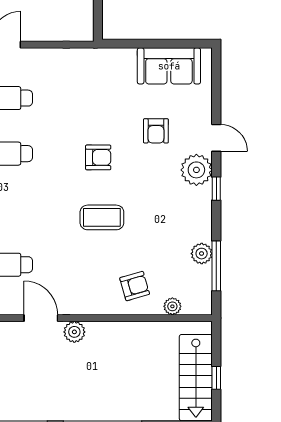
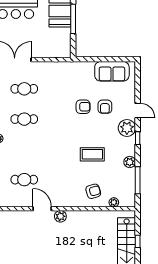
armchair: (98, 157) -> (83, 107), moved
coffee table: (102, 217) -> (92, 154), moved
plant: (202, 254) -> (130, 162), moved

